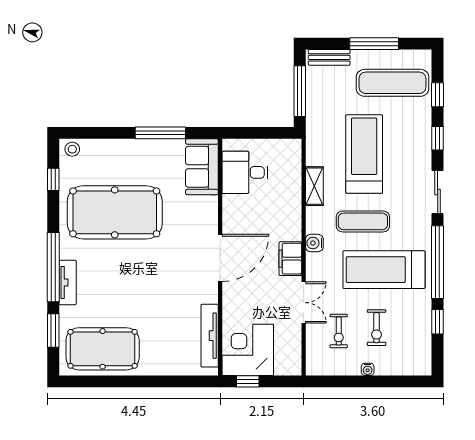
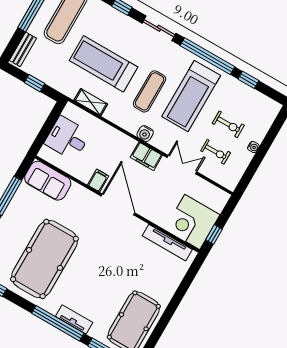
window: (300, 91) -> (35, 83), width x0.46
desk: (245, 172) -> (67, 138), moved, turned 90
shelving: (314, 186) -> (91, 102), moved
filing cabinet: (234, 221) -> (98, 180), added

